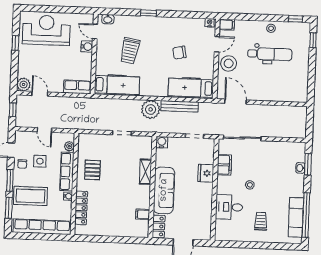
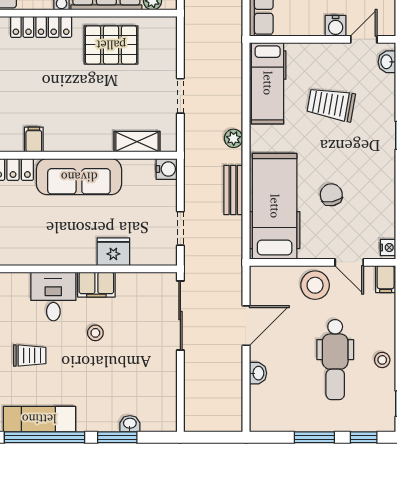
window: (312, 67) -> (314, 437), added
hospital bed: (191, 88) -> (275, 206), width x1.37, depth x1.29
washbasin: (276, 97) -> (258, 373), added
door: (236, 102) -> (246, 326), moved
bench: (180, 106) -> (233, 190), width x0.73
plant: (151, 109) -> (234, 138), width x0.53, depth x0.53
window: (308, 164) -> (117, 437), moved
filing cabinet: (224, 165) -> (96, 285), moved
pallet: (92, 170) -> (111, 45), width x1.50, depth x1.42
shelving: (145, 172) -> (137, 142), moved

